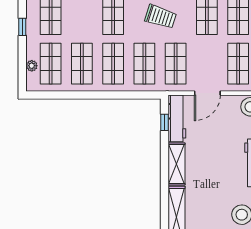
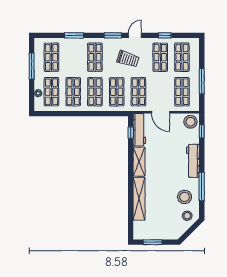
window: (22, 27) -> (32, 66), width x2.17
door: (207, 93) -> (161, 112), hinge flipped

